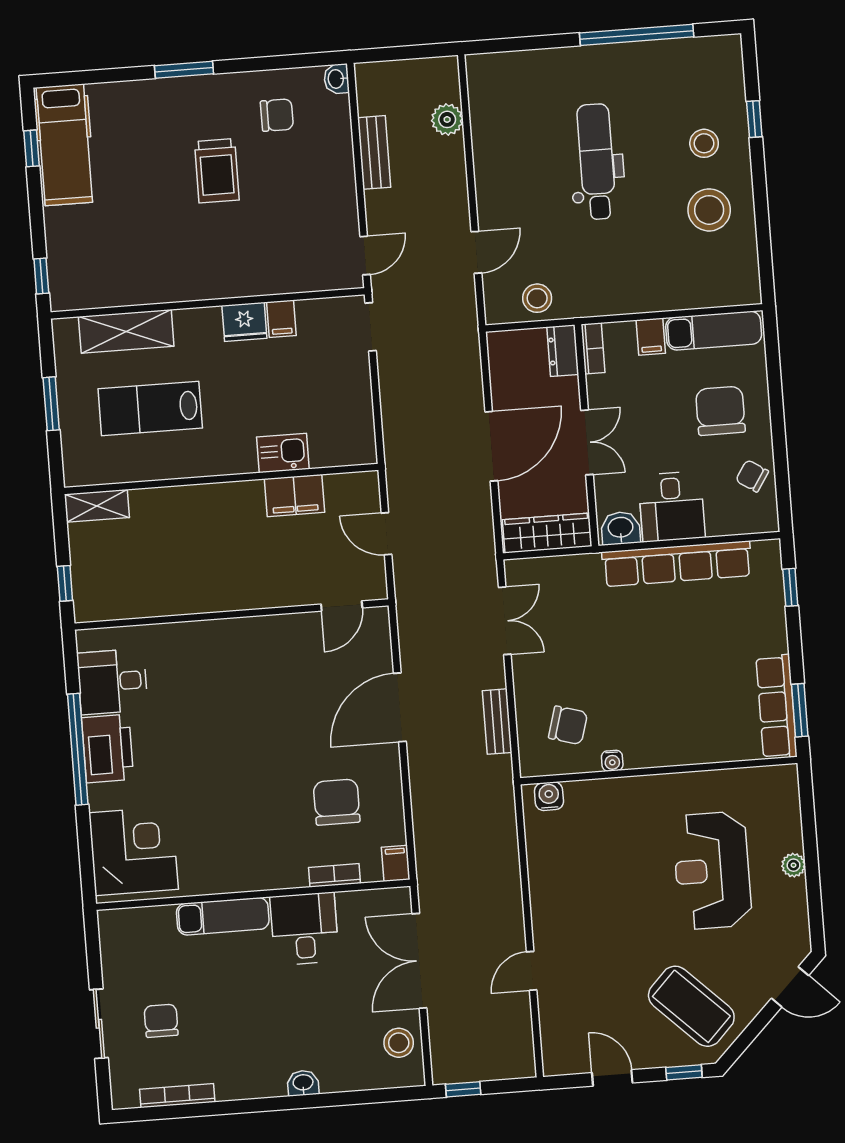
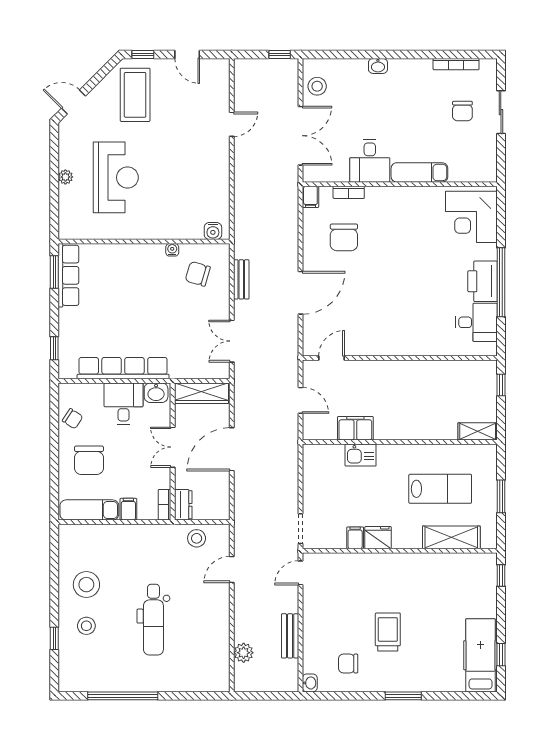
coffee table: (691, 1006) -> (135, 95), turned 46

